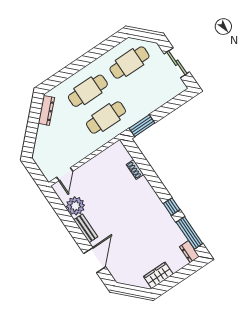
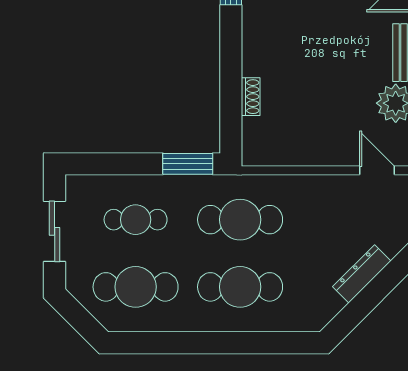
cafe table: (148, 89) -> (136, 220), added
dresser: (46, 110) -> (362, 274), moved
door: (65, 174) -> (377, 170), hinge flipped

